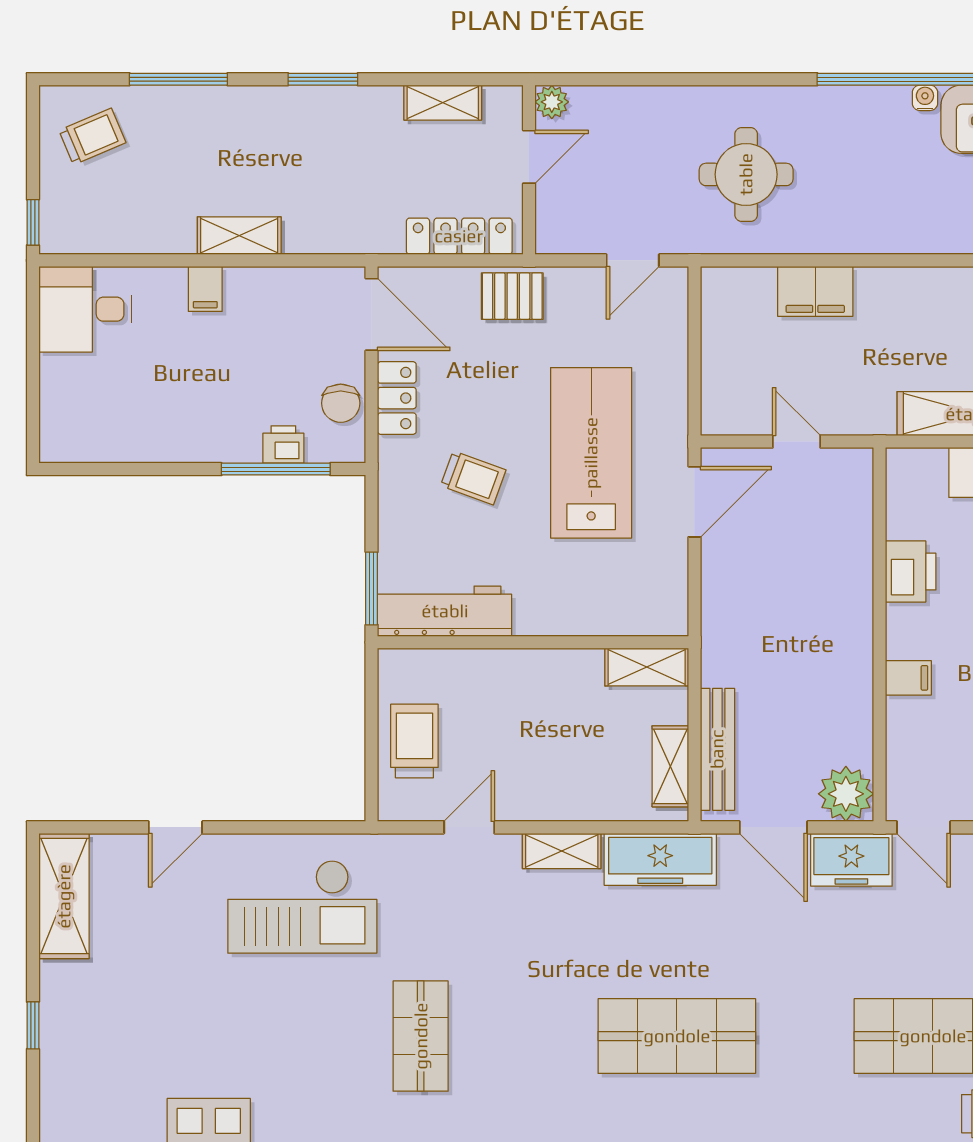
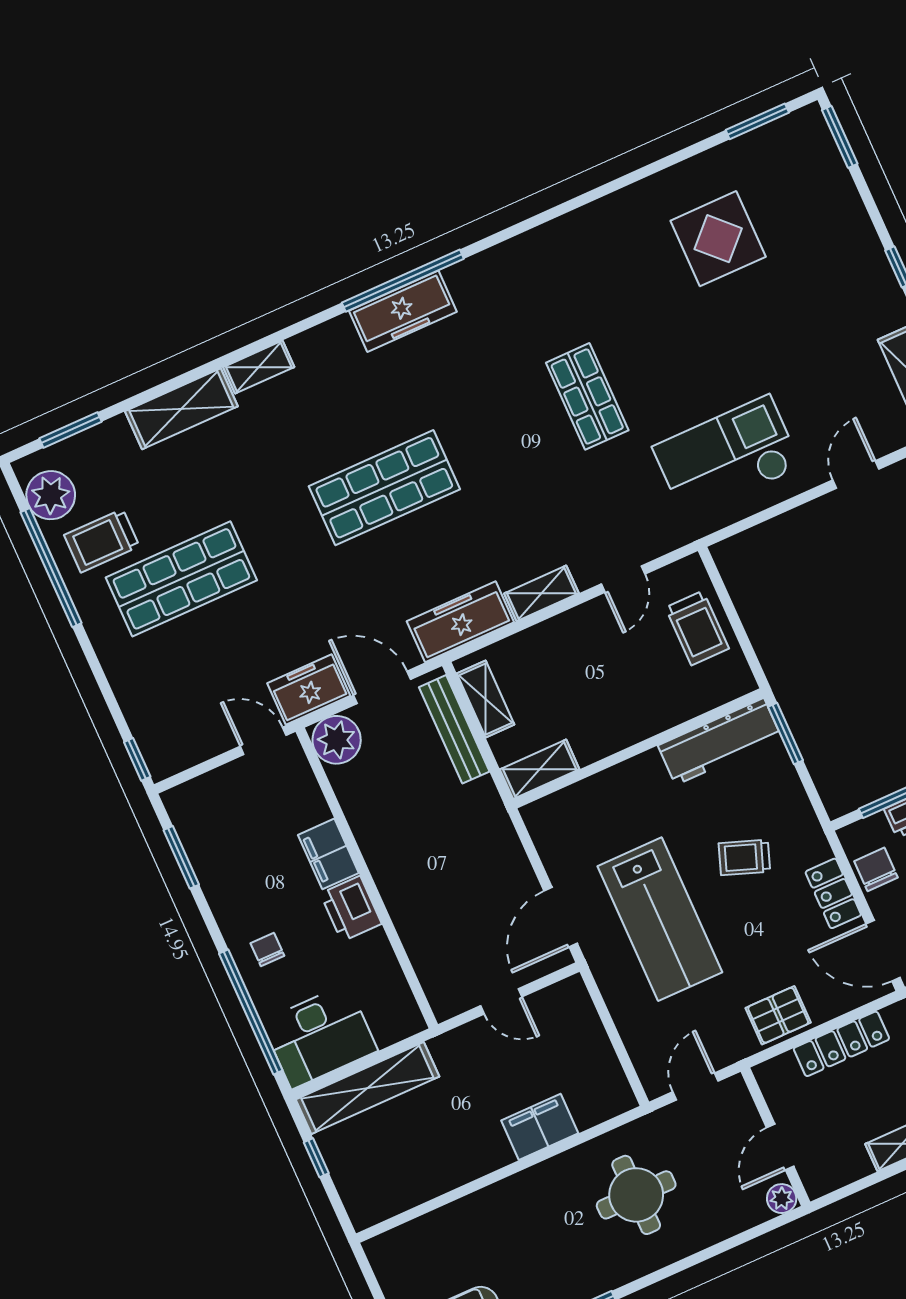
plant: (552, 102) -> (782, 1199), moved
door: (529, 157) -> (780, 1147), moved
wall: (529, 170) -> (775, 1137), moved
printer: (911, 572) -> (351, 909), moved
filing cabinet: (908, 678) -> (328, 854), width x2.00

